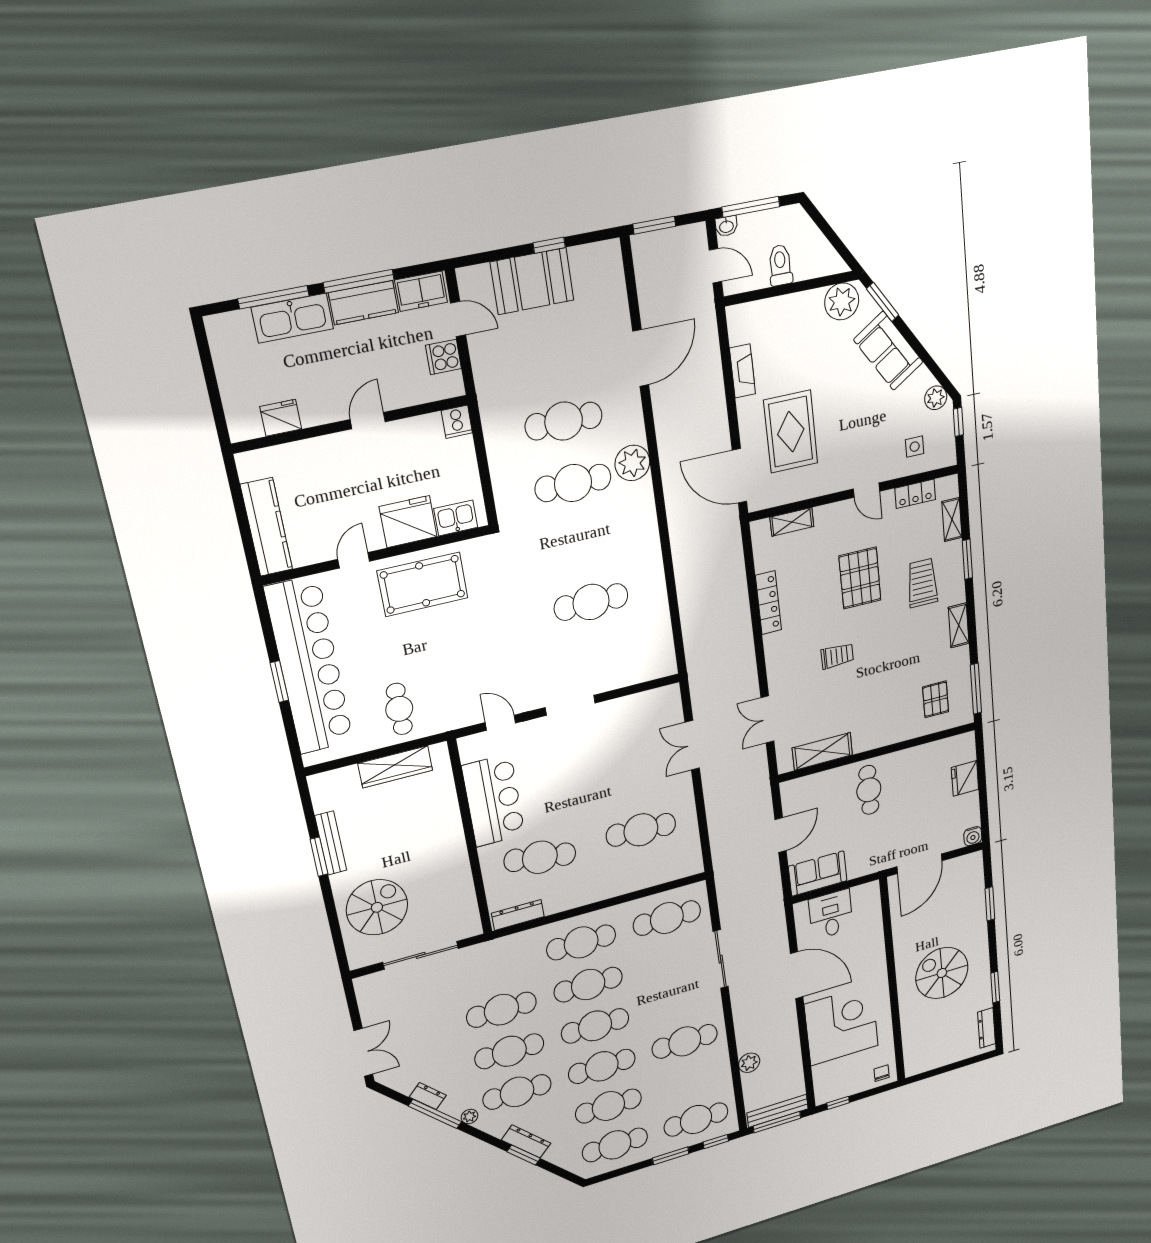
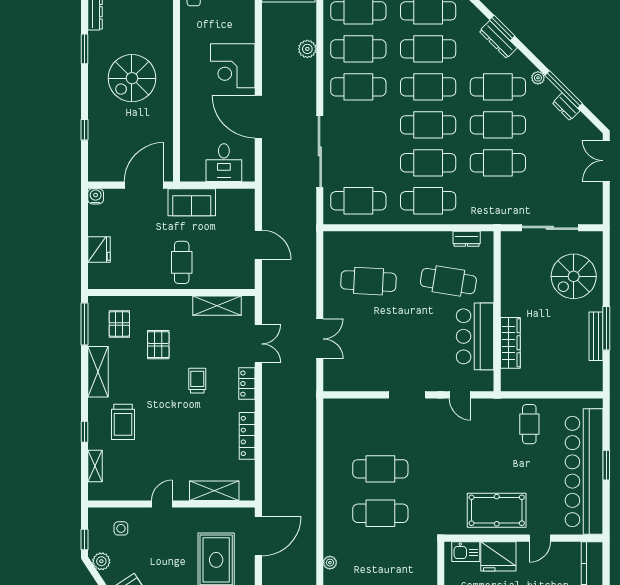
plant: (632, 463) -> (330, 563), width x0.53, depth x0.53
door: (739, 476) -> (258, 536), hinge flipped
cafe table: (573, 483) -> (380, 513), moved
door: (866, 490) -> (162, 504), hinge flipped
locker: (915, 494) -> (247, 384), moved, turned -90
shelving: (792, 522) -> (214, 491), width x1.50, depth x1.33
window: (967, 559) -> (84, 432), width x0.67
pallet: (860, 578) -> (158, 345), moved, width x0.67, depth x0.71
shelving: (959, 625) -> (98, 372), width x1.50, depth x1.33
trolley: (837, 656) -> (197, 381), turned 90
wardrobe: (395, 767) -> (510, 343), moved, turned 90
door: (781, 835) -> (258, 245), swing flipped
window: (319, 857) -> (606, 328), width x1.44
sofa: (818, 874) -> (192, 202), moved
window: (990, 904) -> (84, 130), width x0.67
dresser: (518, 915) -> (467, 239), width x0.70
sliding door: (721, 959) -> (320, 151), width x1.36
spiral stairs: (942, 973) -> (132, 78), turned 90
corner desk: (841, 1025) -> (233, 66), width x0.74, depth x0.74
cafe table: (690, 1081) -> (358, 49), added

